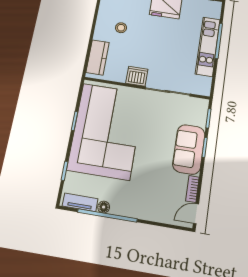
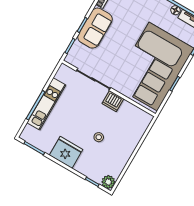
stool: (121, 28) -> (99, 137), moved
kitchen counter: (98, 57) -> (139, 129), removed

